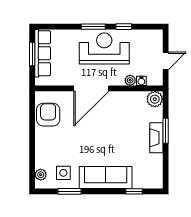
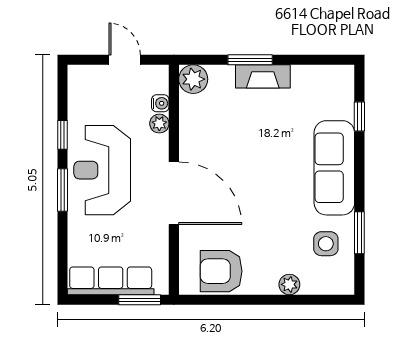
window: (32, 54) -> (140, 300), moved
plant: (41, 175) -> (289, 284), moved

